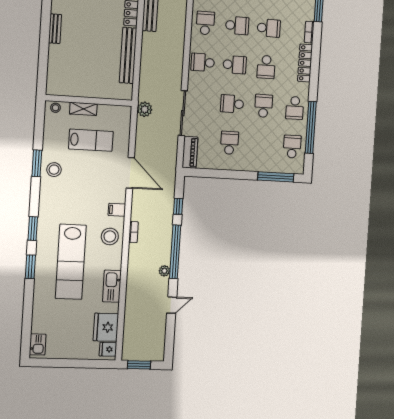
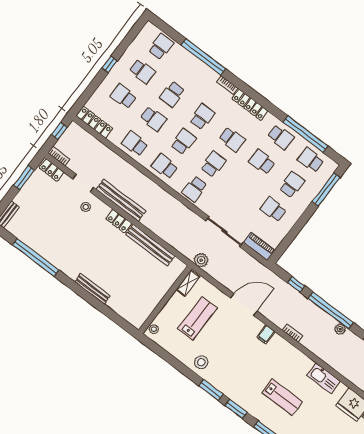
bench: (55, 29) -> (92, 289), width x1.36
school desk: (232, 104) -> (292, 185), moved, turned 180
shelving: (83, 109) -> (188, 283), moved
window: (37, 163) -> (211, 390), moved
stool: (110, 236) -> (283, 354), removed
lab bench: (71, 262) -> (282, 397), width x0.54, depth x0.72

